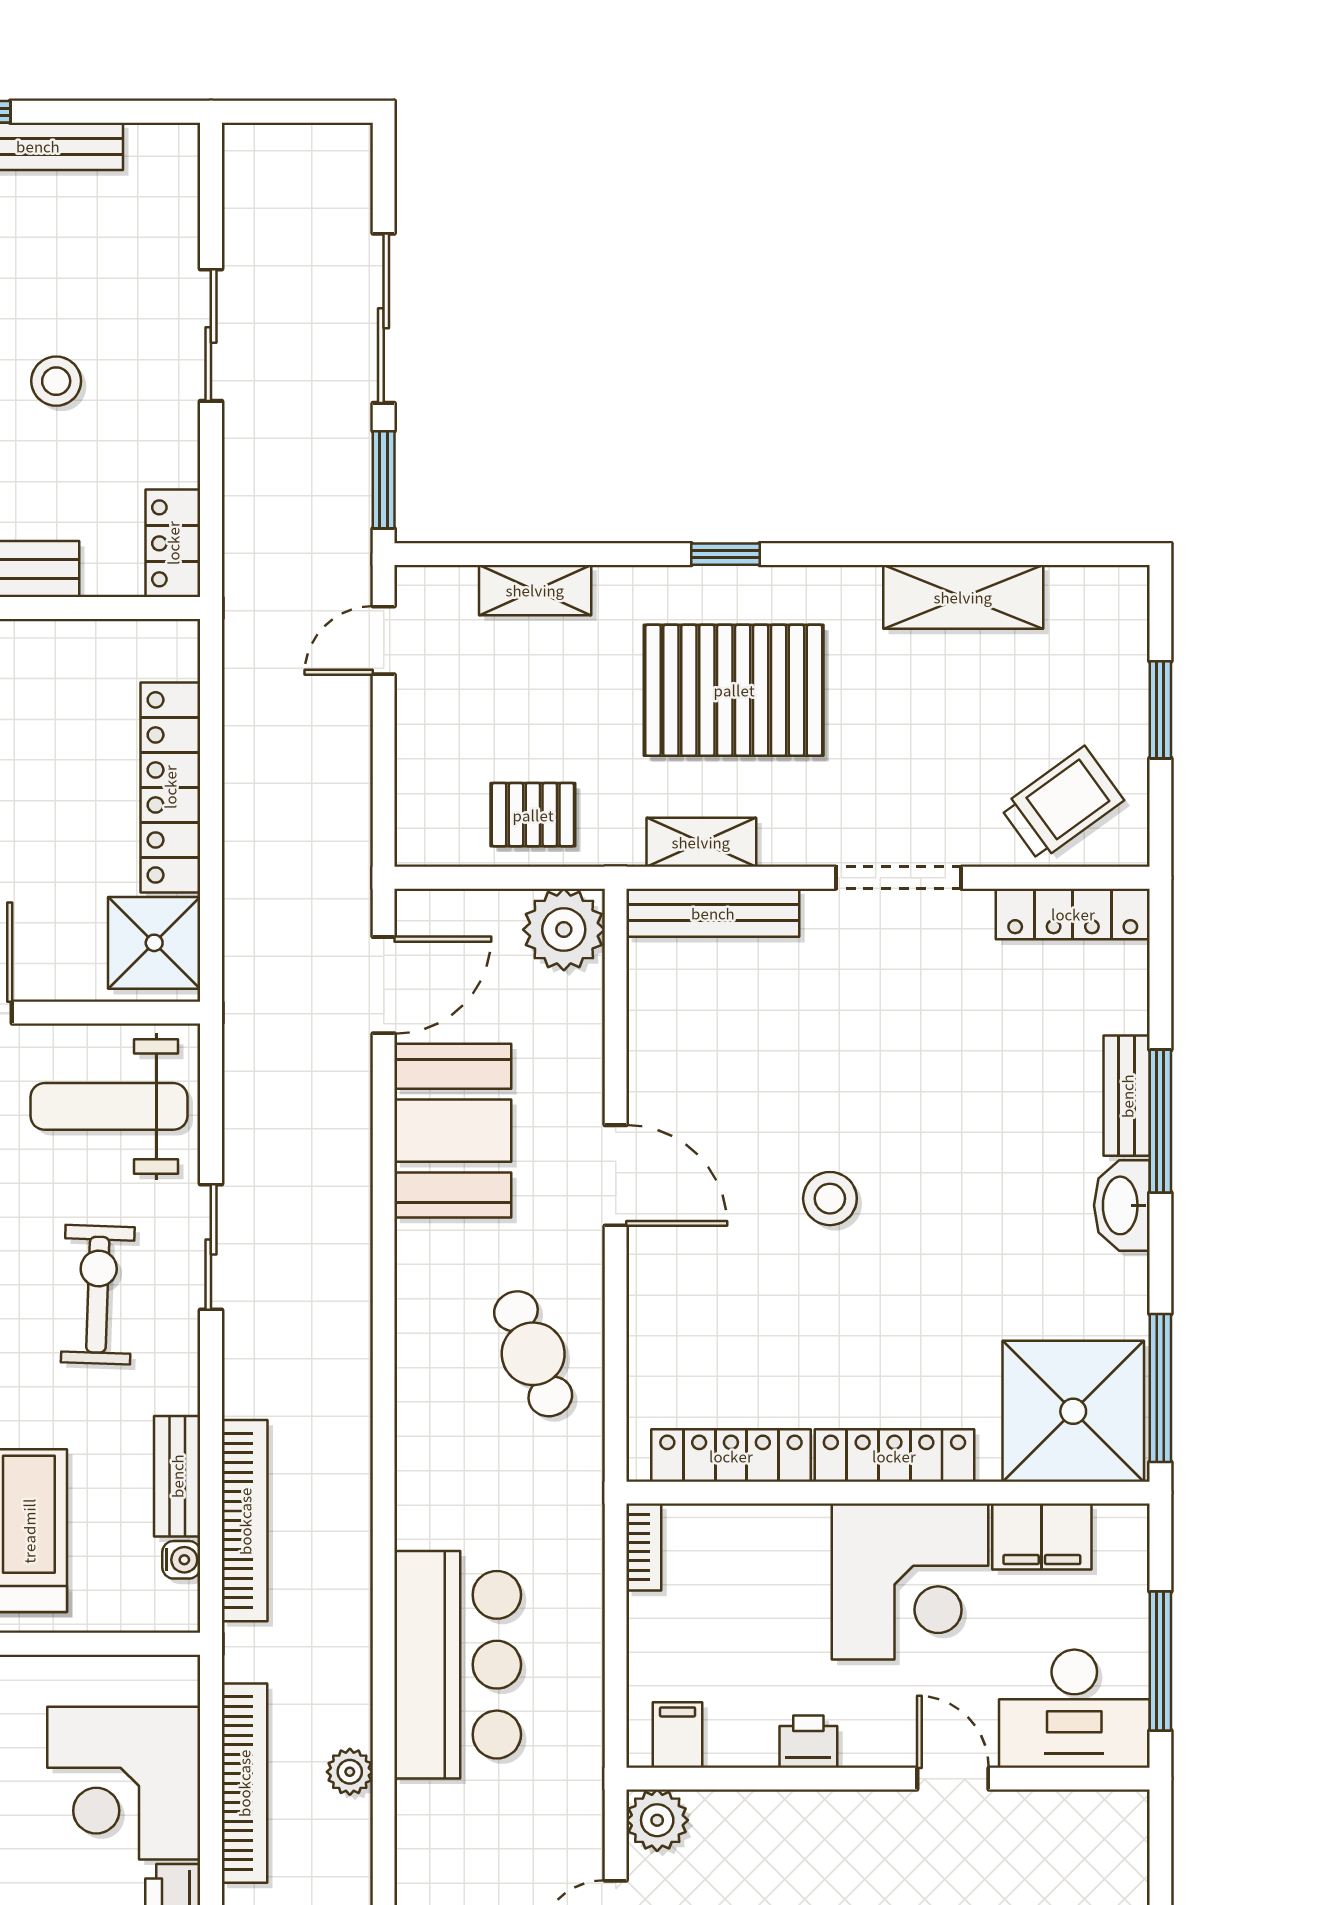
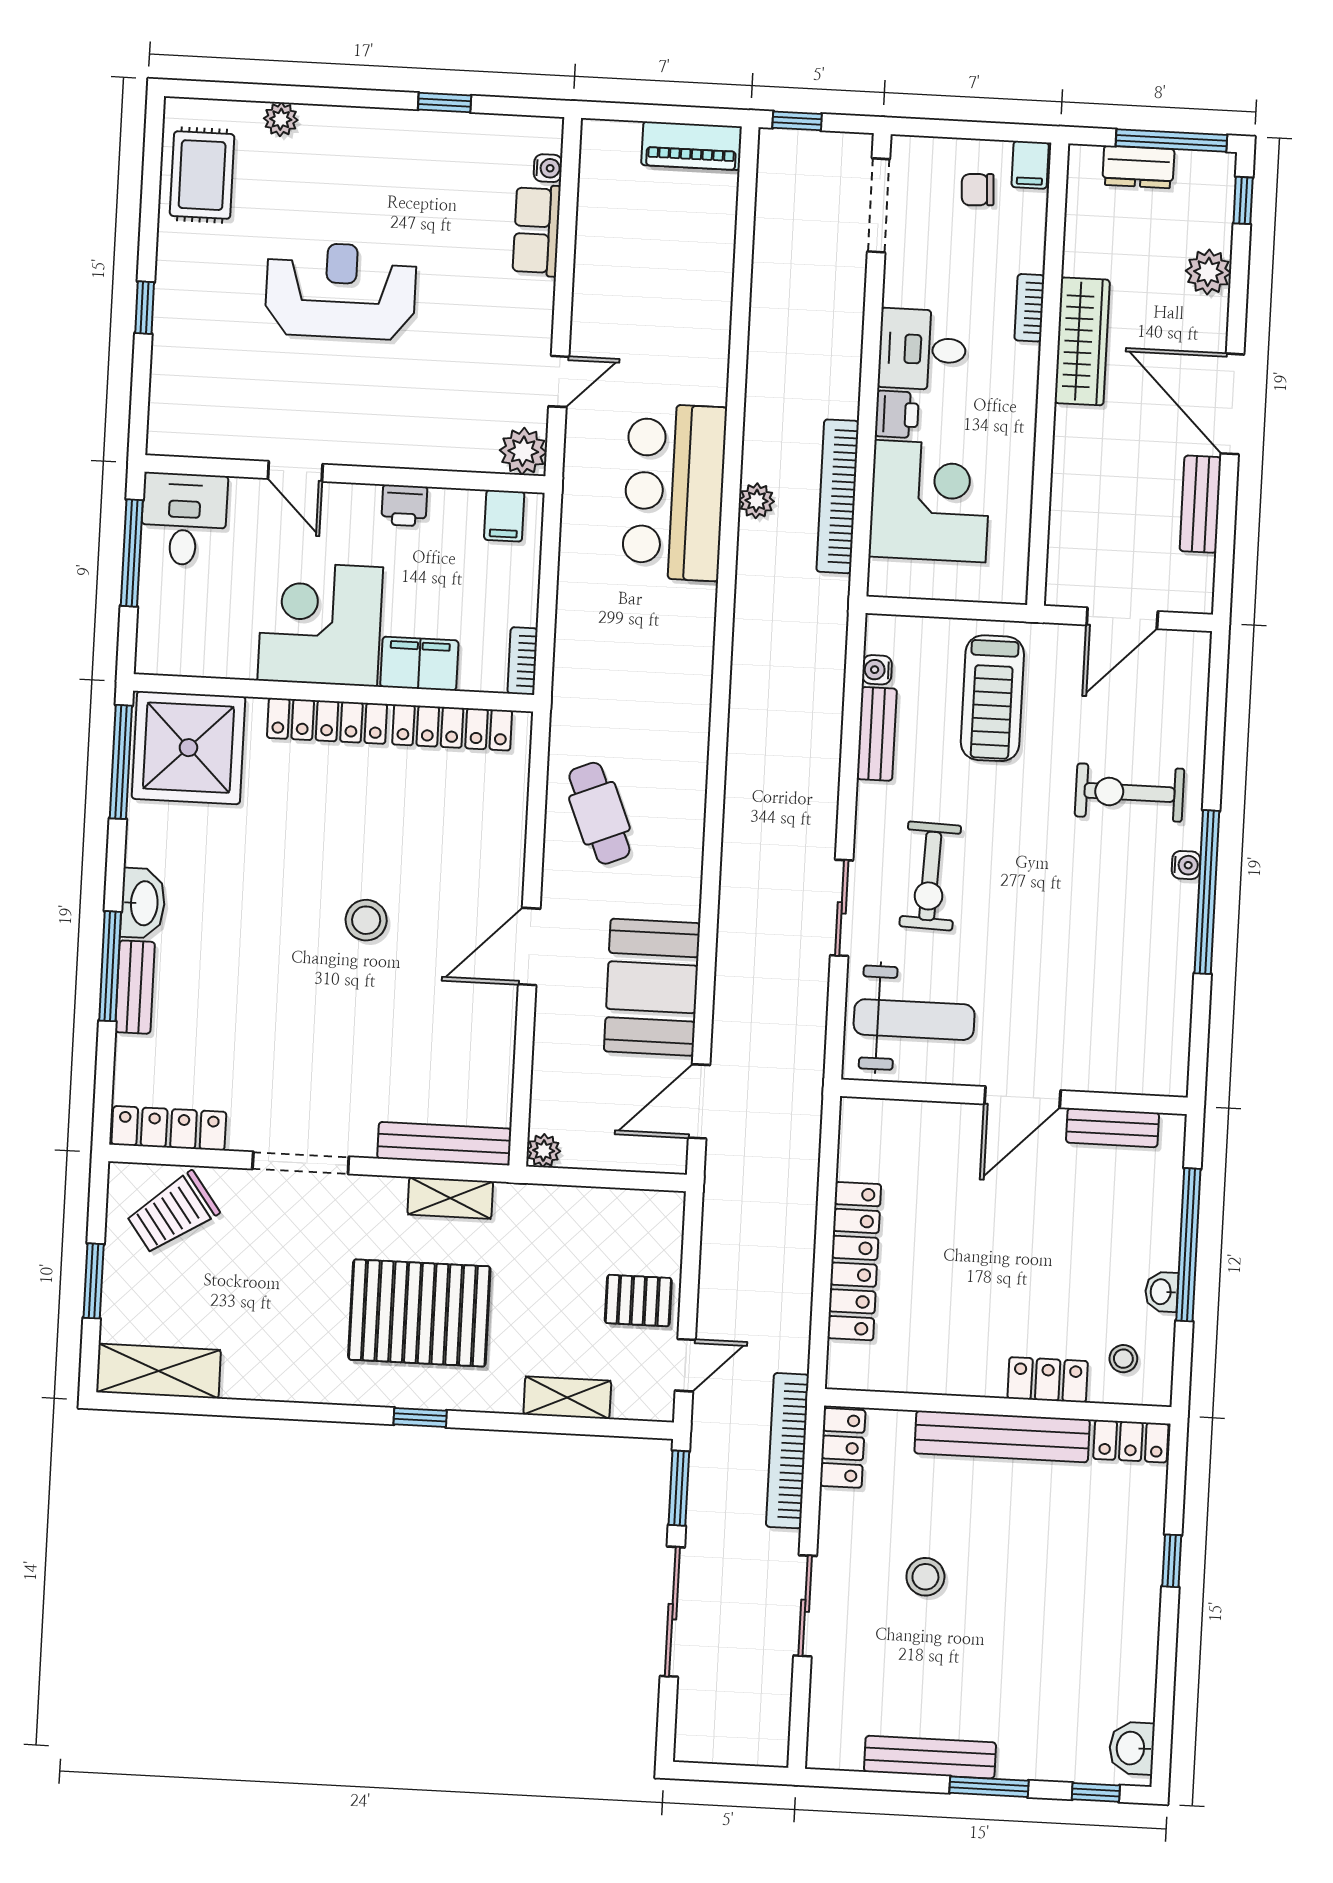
shelving: (963, 597) -> (158, 1371), moved
pallet: (533, 815) -> (638, 1301), moved
plant: (564, 930) -> (544, 1151), width x0.53, depth x0.53
shower: (154, 943) -> (873, 1143), removed
door: (616, 1175) -> (529, 946), hinge flipped
bookcase: (245, 1521) -> (787, 1451), moved
filing cabinet: (1042, 1536) -> (419, 664), moved
bar counter: (458, 1665) -> (674, 492), moved
desk: (1074, 1709) -> (184, 519), width x0.73

